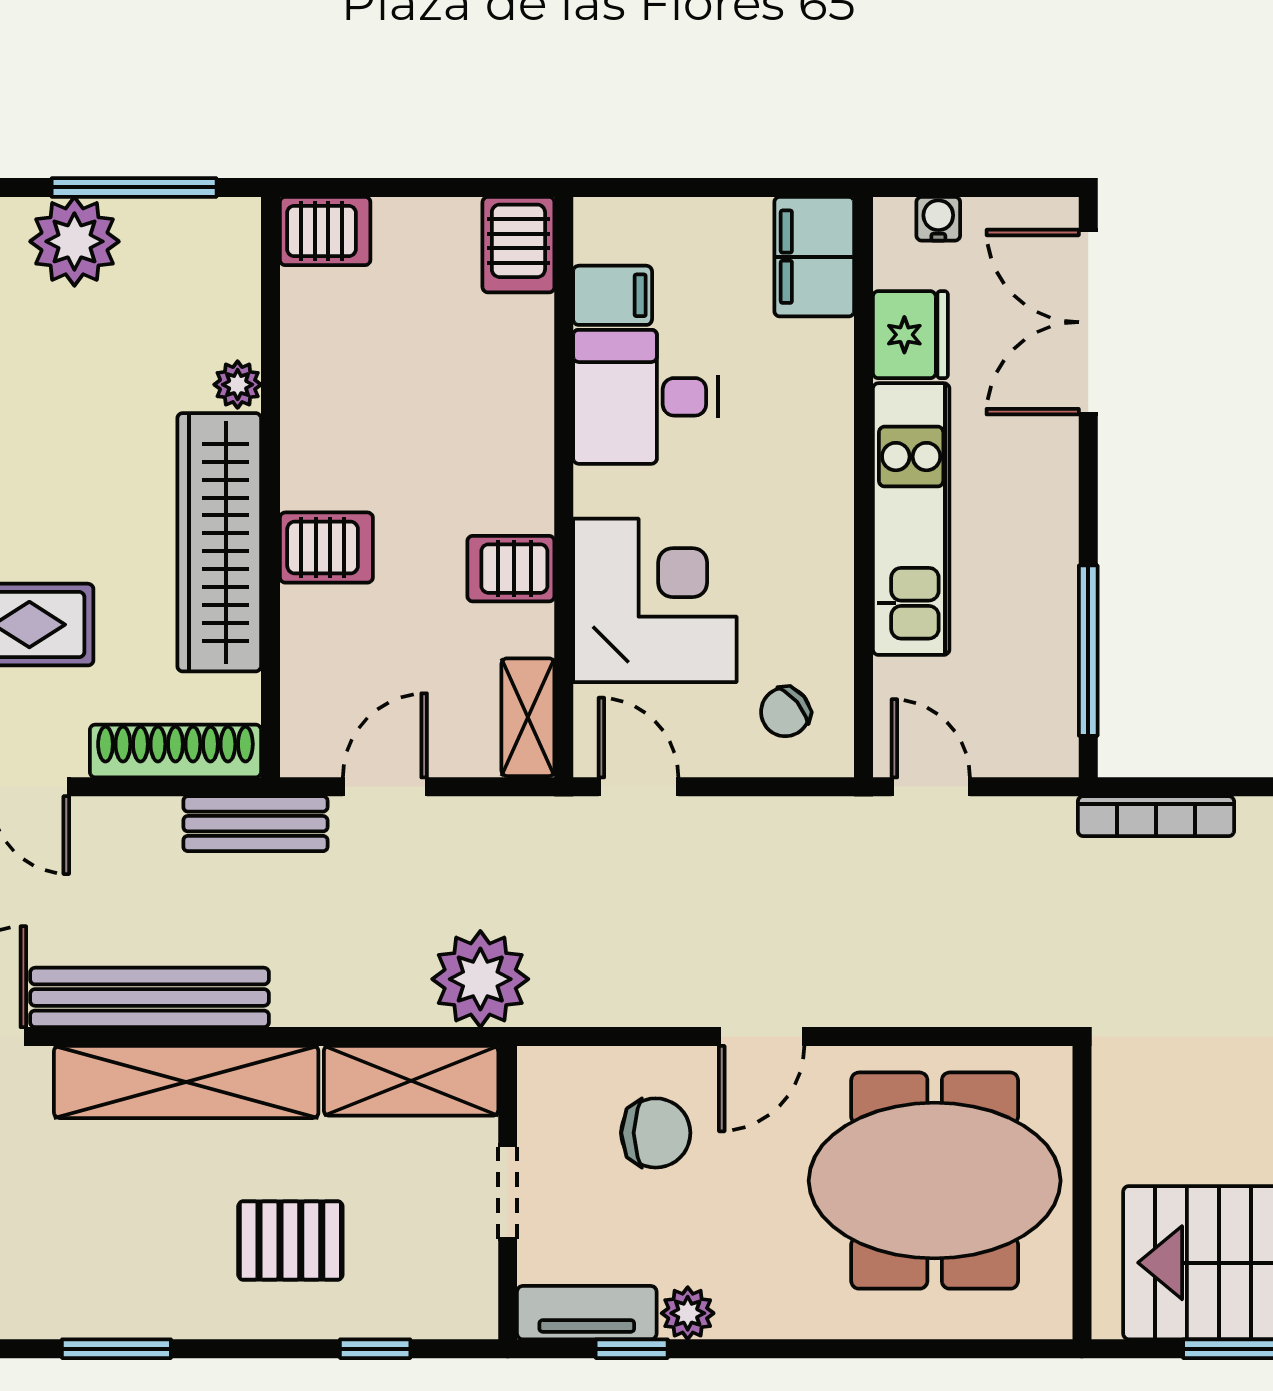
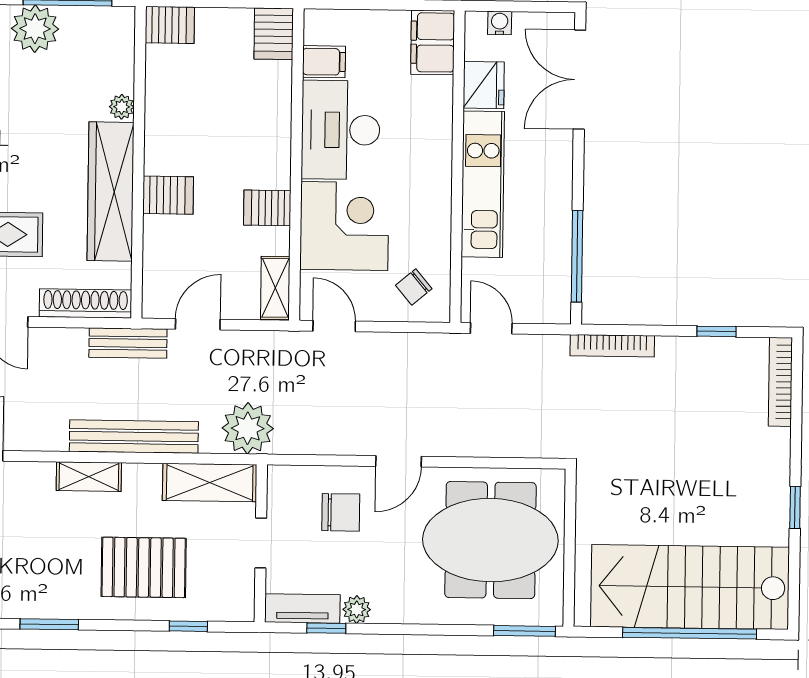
desk: (645, 397) -> (341, 130), width x1.37
bench: (149, 997) -> (134, 437), moved
shelving: (186, 1082) -> (89, 477), width x0.45, depth x0.75
pallet: (290, 1240) -> (144, 567), width x1.50, depth x1.42
window: (1000, 1349) -> (524, 631), added

